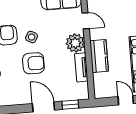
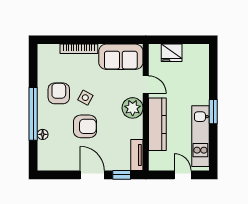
kitchen counter: (99, 56) -> (157, 124), width x1.50
tv unit: (81, 67) -> (137, 155), moved

